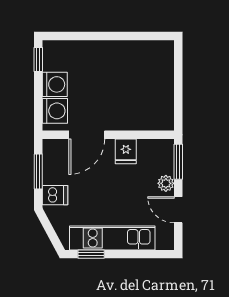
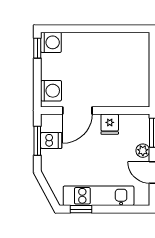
washing machine: (55, 84) -> (51, 42), moved
dishwasher: (55, 195) -> (51, 140), moved

